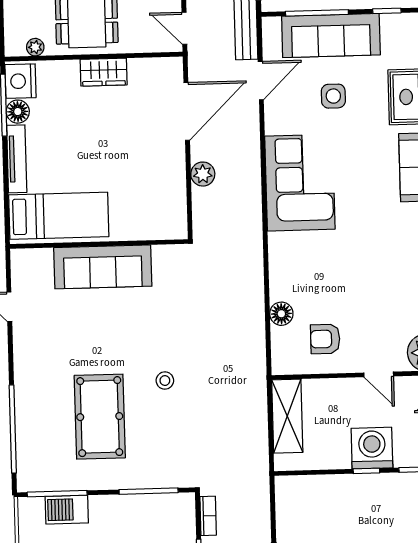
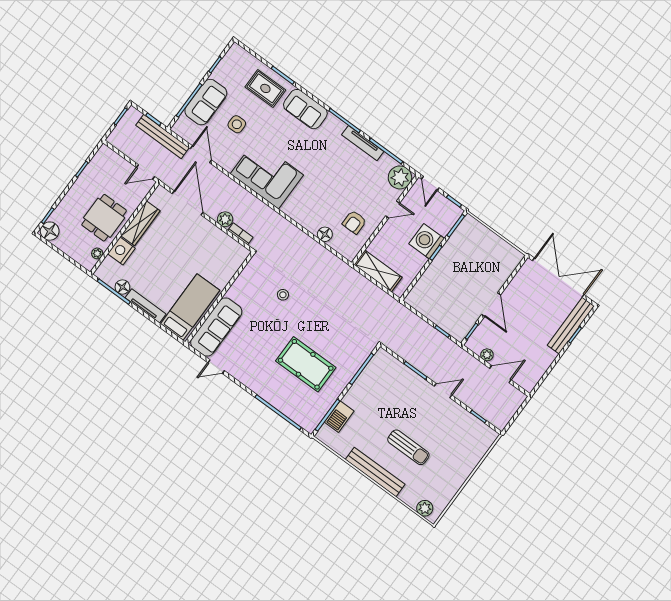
sofa: (331, 36) -> (206, 102), width x0.73
wardrobe: (104, 72) -> (140, 223), width x1.50
nightstand: (20, 81) -> (121, 251), moved, turned 90
sofa: (103, 267) -> (216, 327), moved
stool: (165, 381) -> (283, 295), moved
bookcase: (208, 516) -> (240, 234), moved

